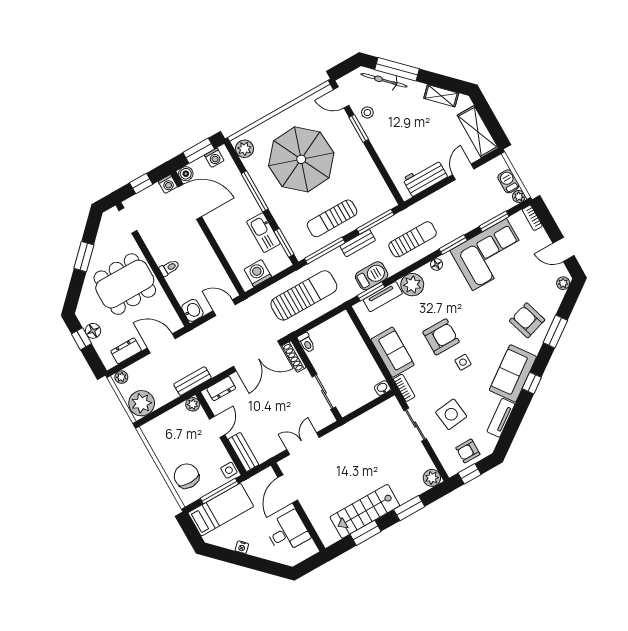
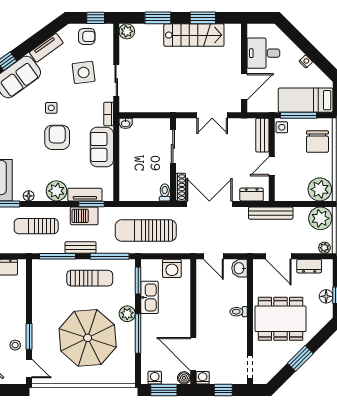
plant: (244, 149) -> (127, 314), moved
armchair: (441, 337) -> (57, 137), turned 90
bench: (192, 381) -> (271, 213), width x1.36
plant: (193, 404) -> (320, 189), moved, width x1.88, depth x1.88

